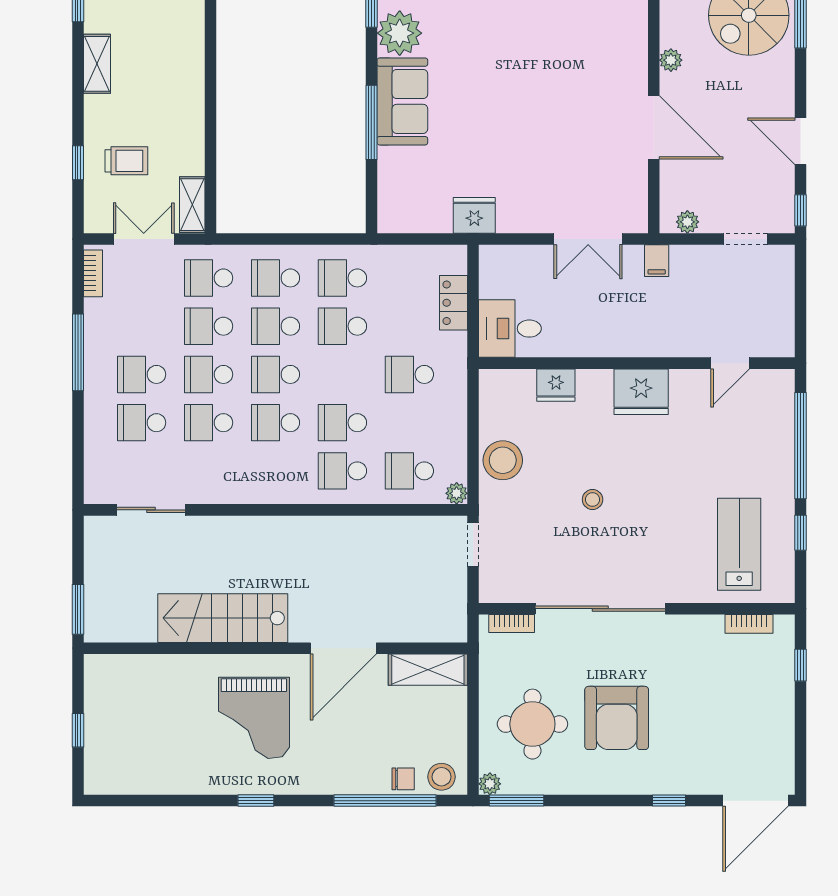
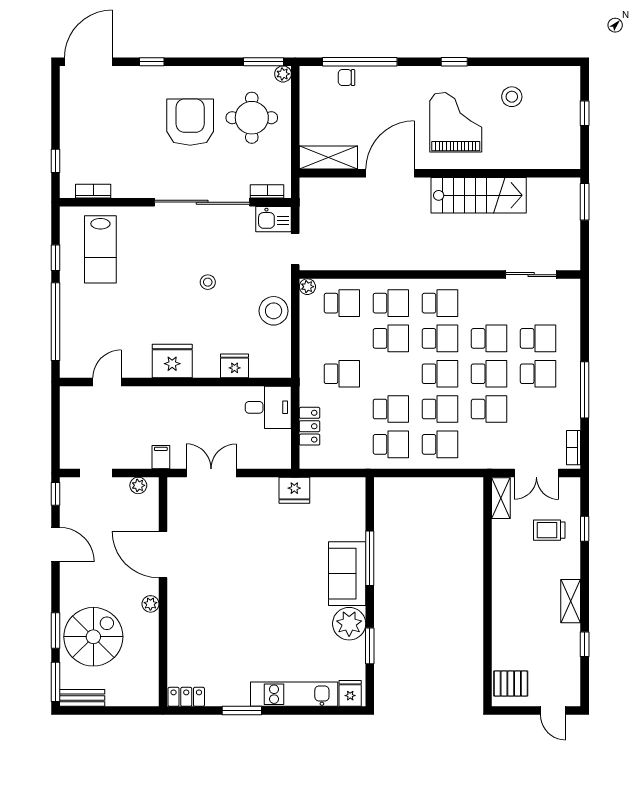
school desk: (209, 278) -> (440, 303), moved
kitchen sink: (503, 586) -> (274, 219), added
stool: (442, 777) -> (512, 97), moved

